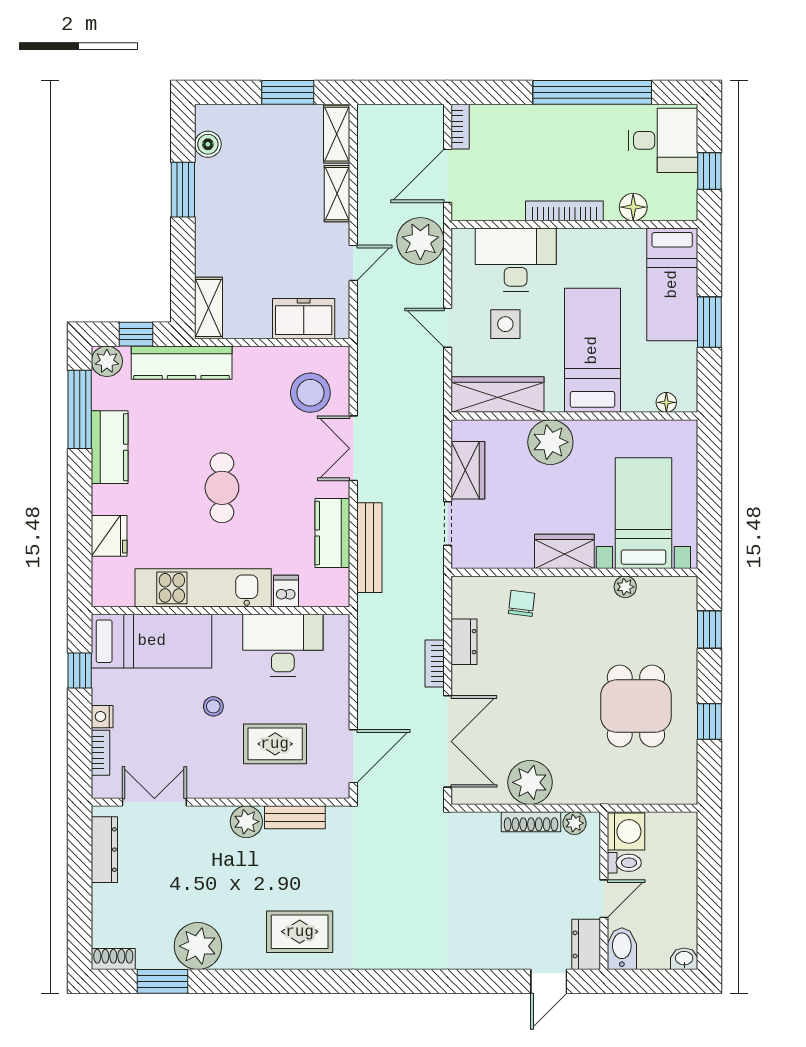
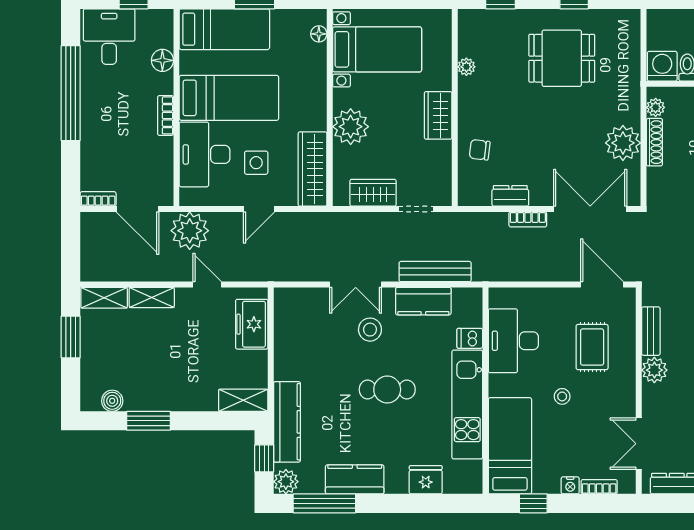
bookcase: (564, 211) -> (166, 115), width x0.64
bed: (592, 350) -> (229, 98), moved, turned 180
stool: (310, 393) -> (370, 330), moved, width x0.73, depth x0.73
bed with nightstands: (643, 513) -> (377, 49), moved, turned 180

